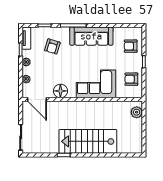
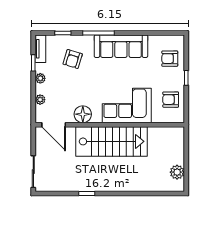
plant: (137, 112) -> (177, 172), moved
stairs: (88, 141) -> (111, 141), moved, turned 180

